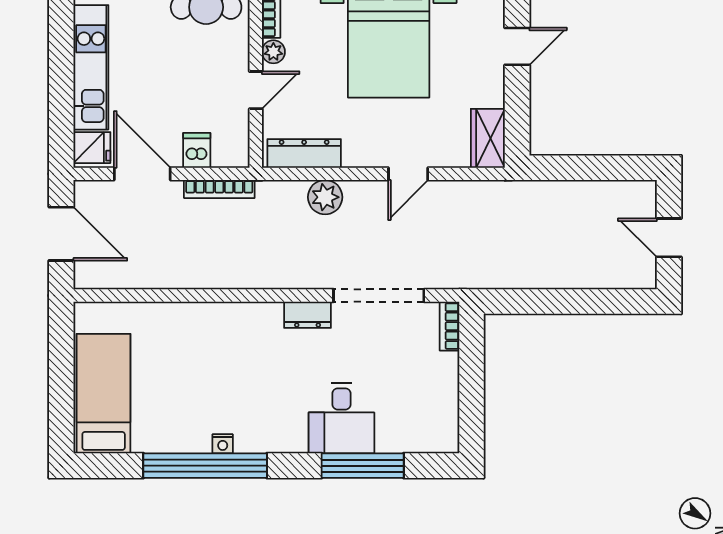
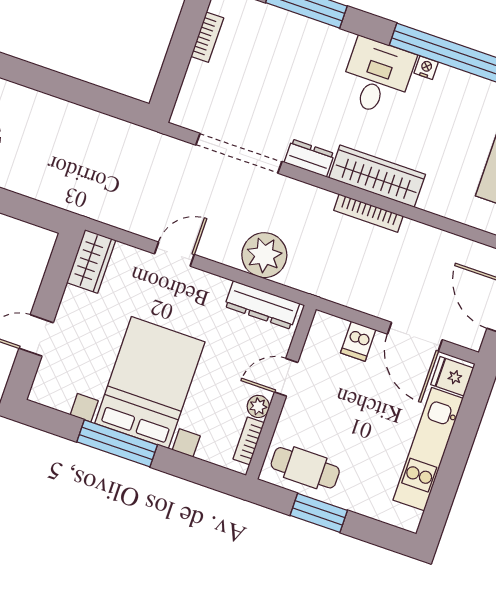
bookcase: (219, 189) -> (368, 213), moved, turned 180
plant: (325, 197) -> (264, 255), width x1.36, depth x1.36
wardrobe: (234, 320) -> (377, 176), added
bookcase: (450, 326) -> (207, 37), moved
desk: (341, 418) -> (377, 77), moved

